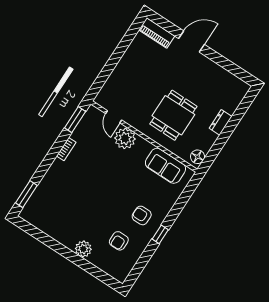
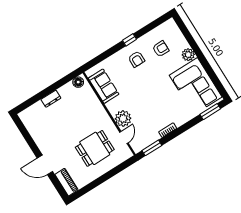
dining table: (173, 115) -> (95, 148), moved
corner sofa: (57, 216) -> (196, 86), added

